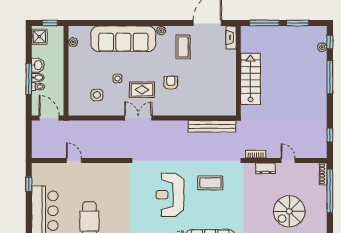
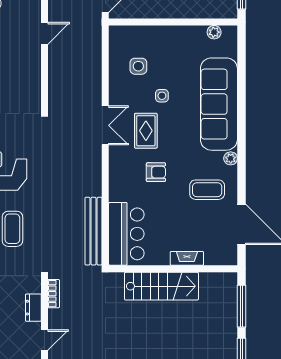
fireplace: (231, 37) -> (187, 258), moved
bar counter: (214, 103) -> (126, 234), added

